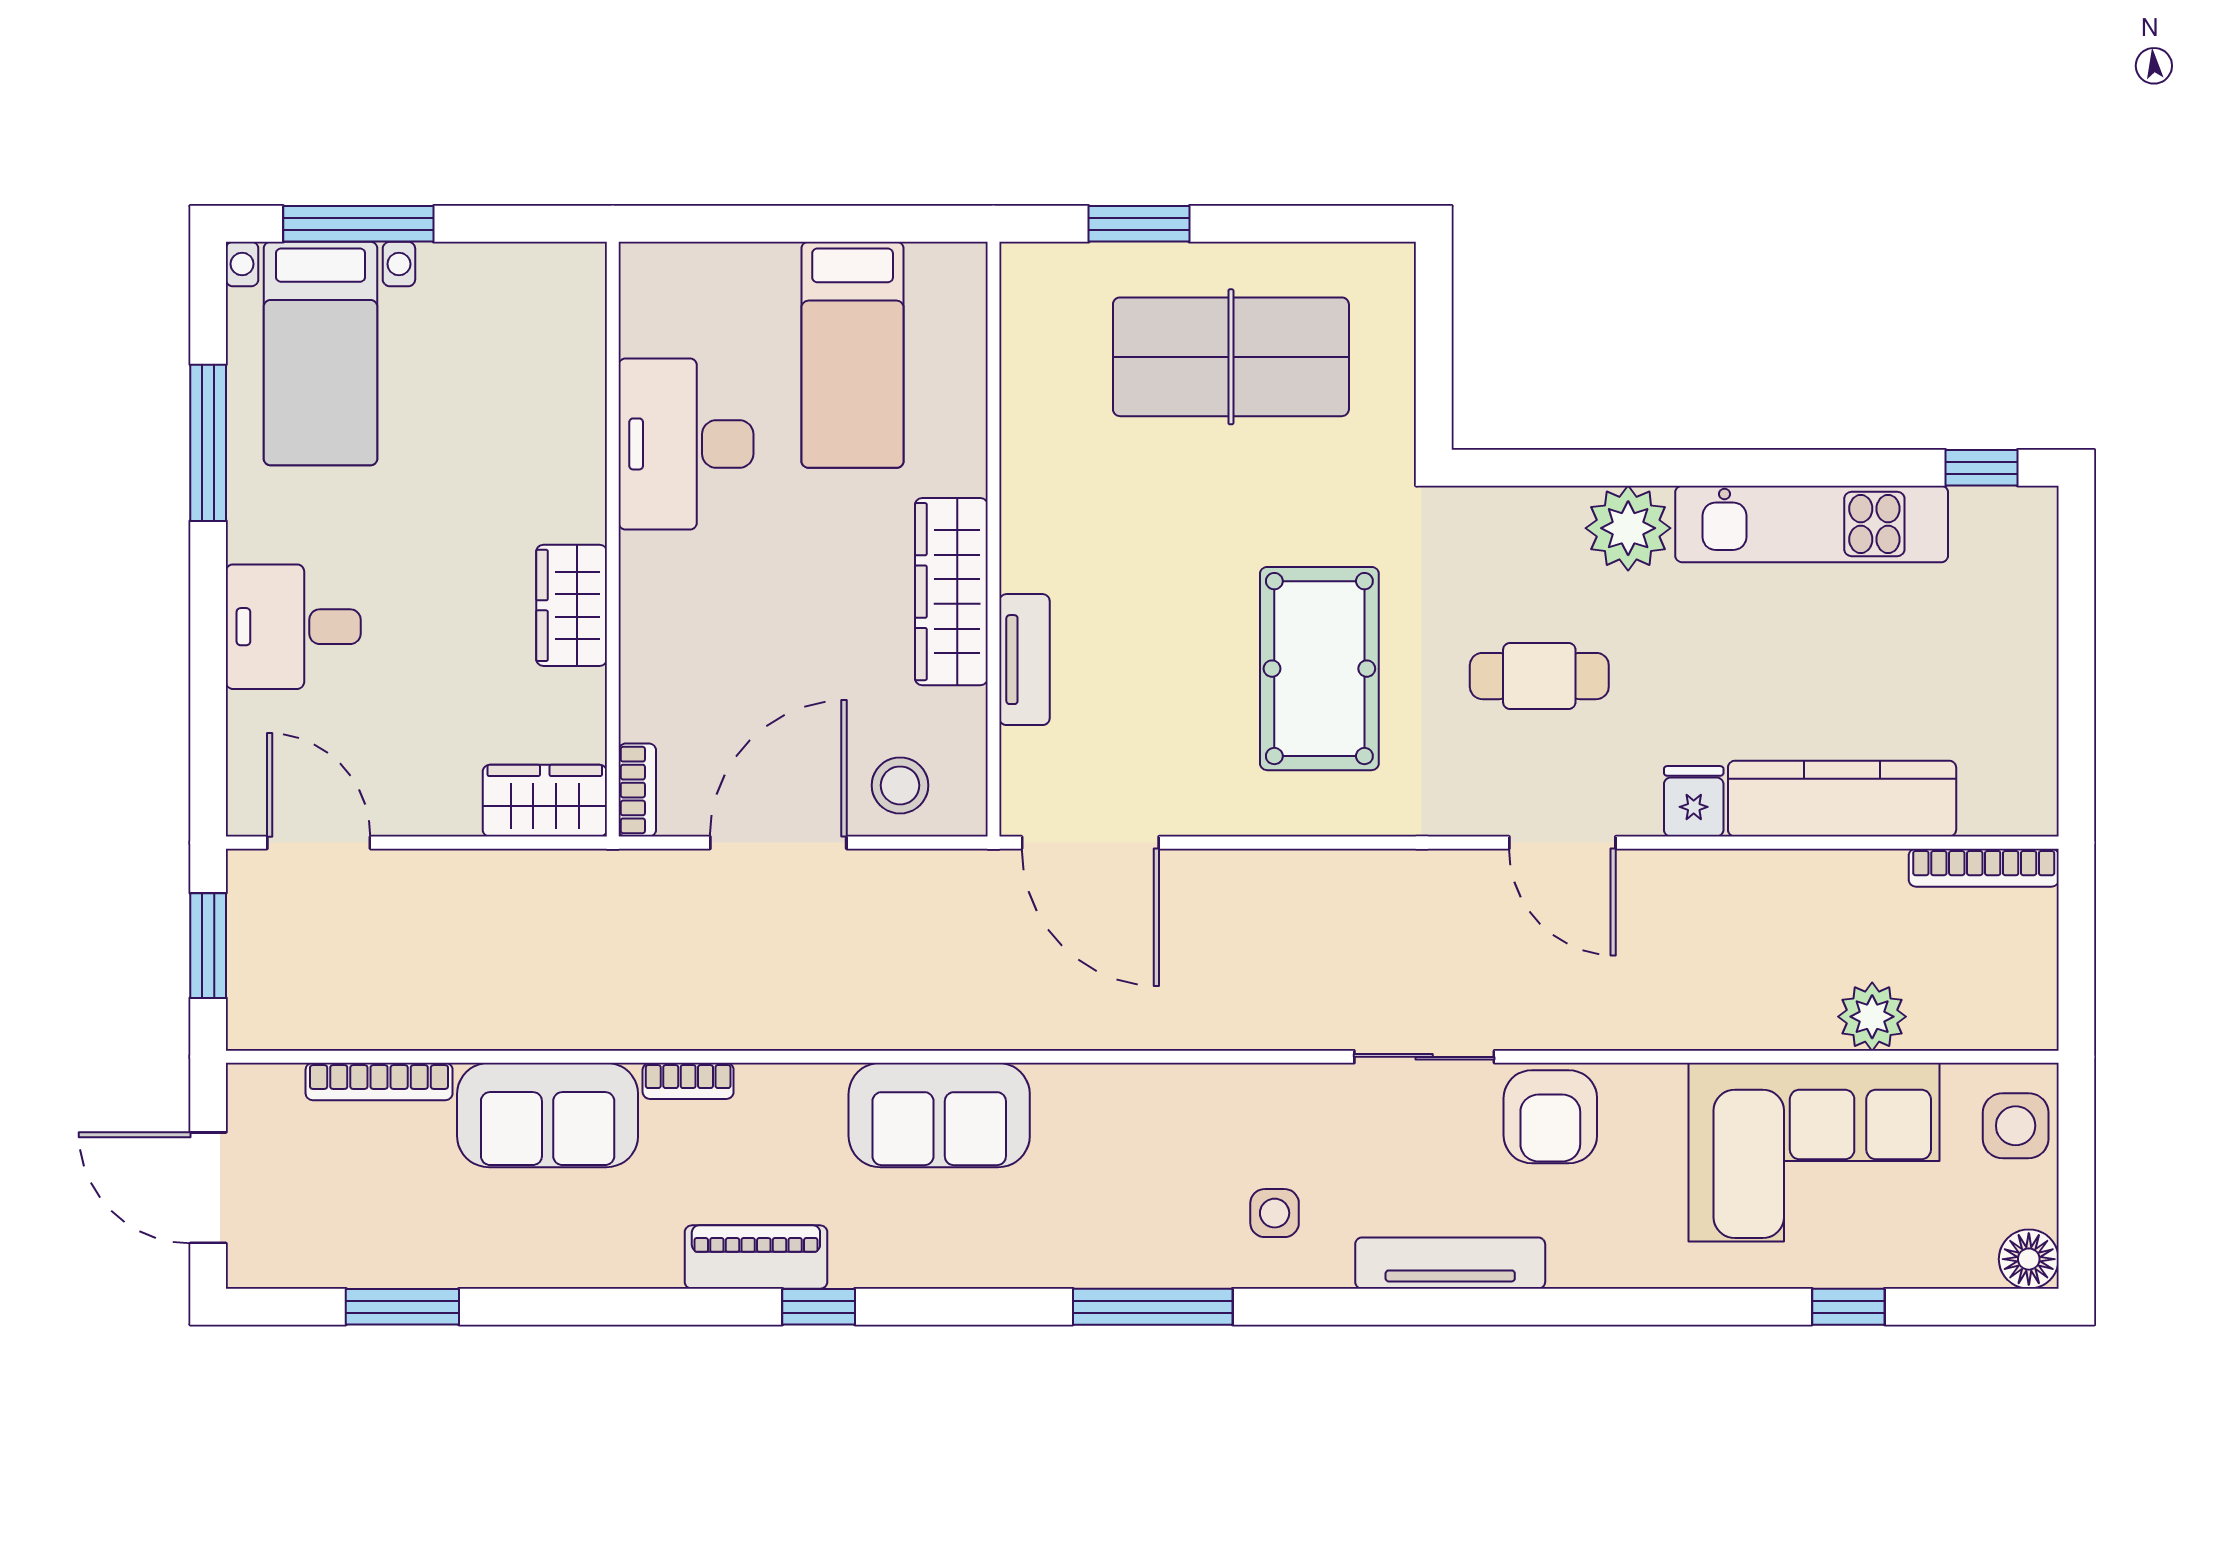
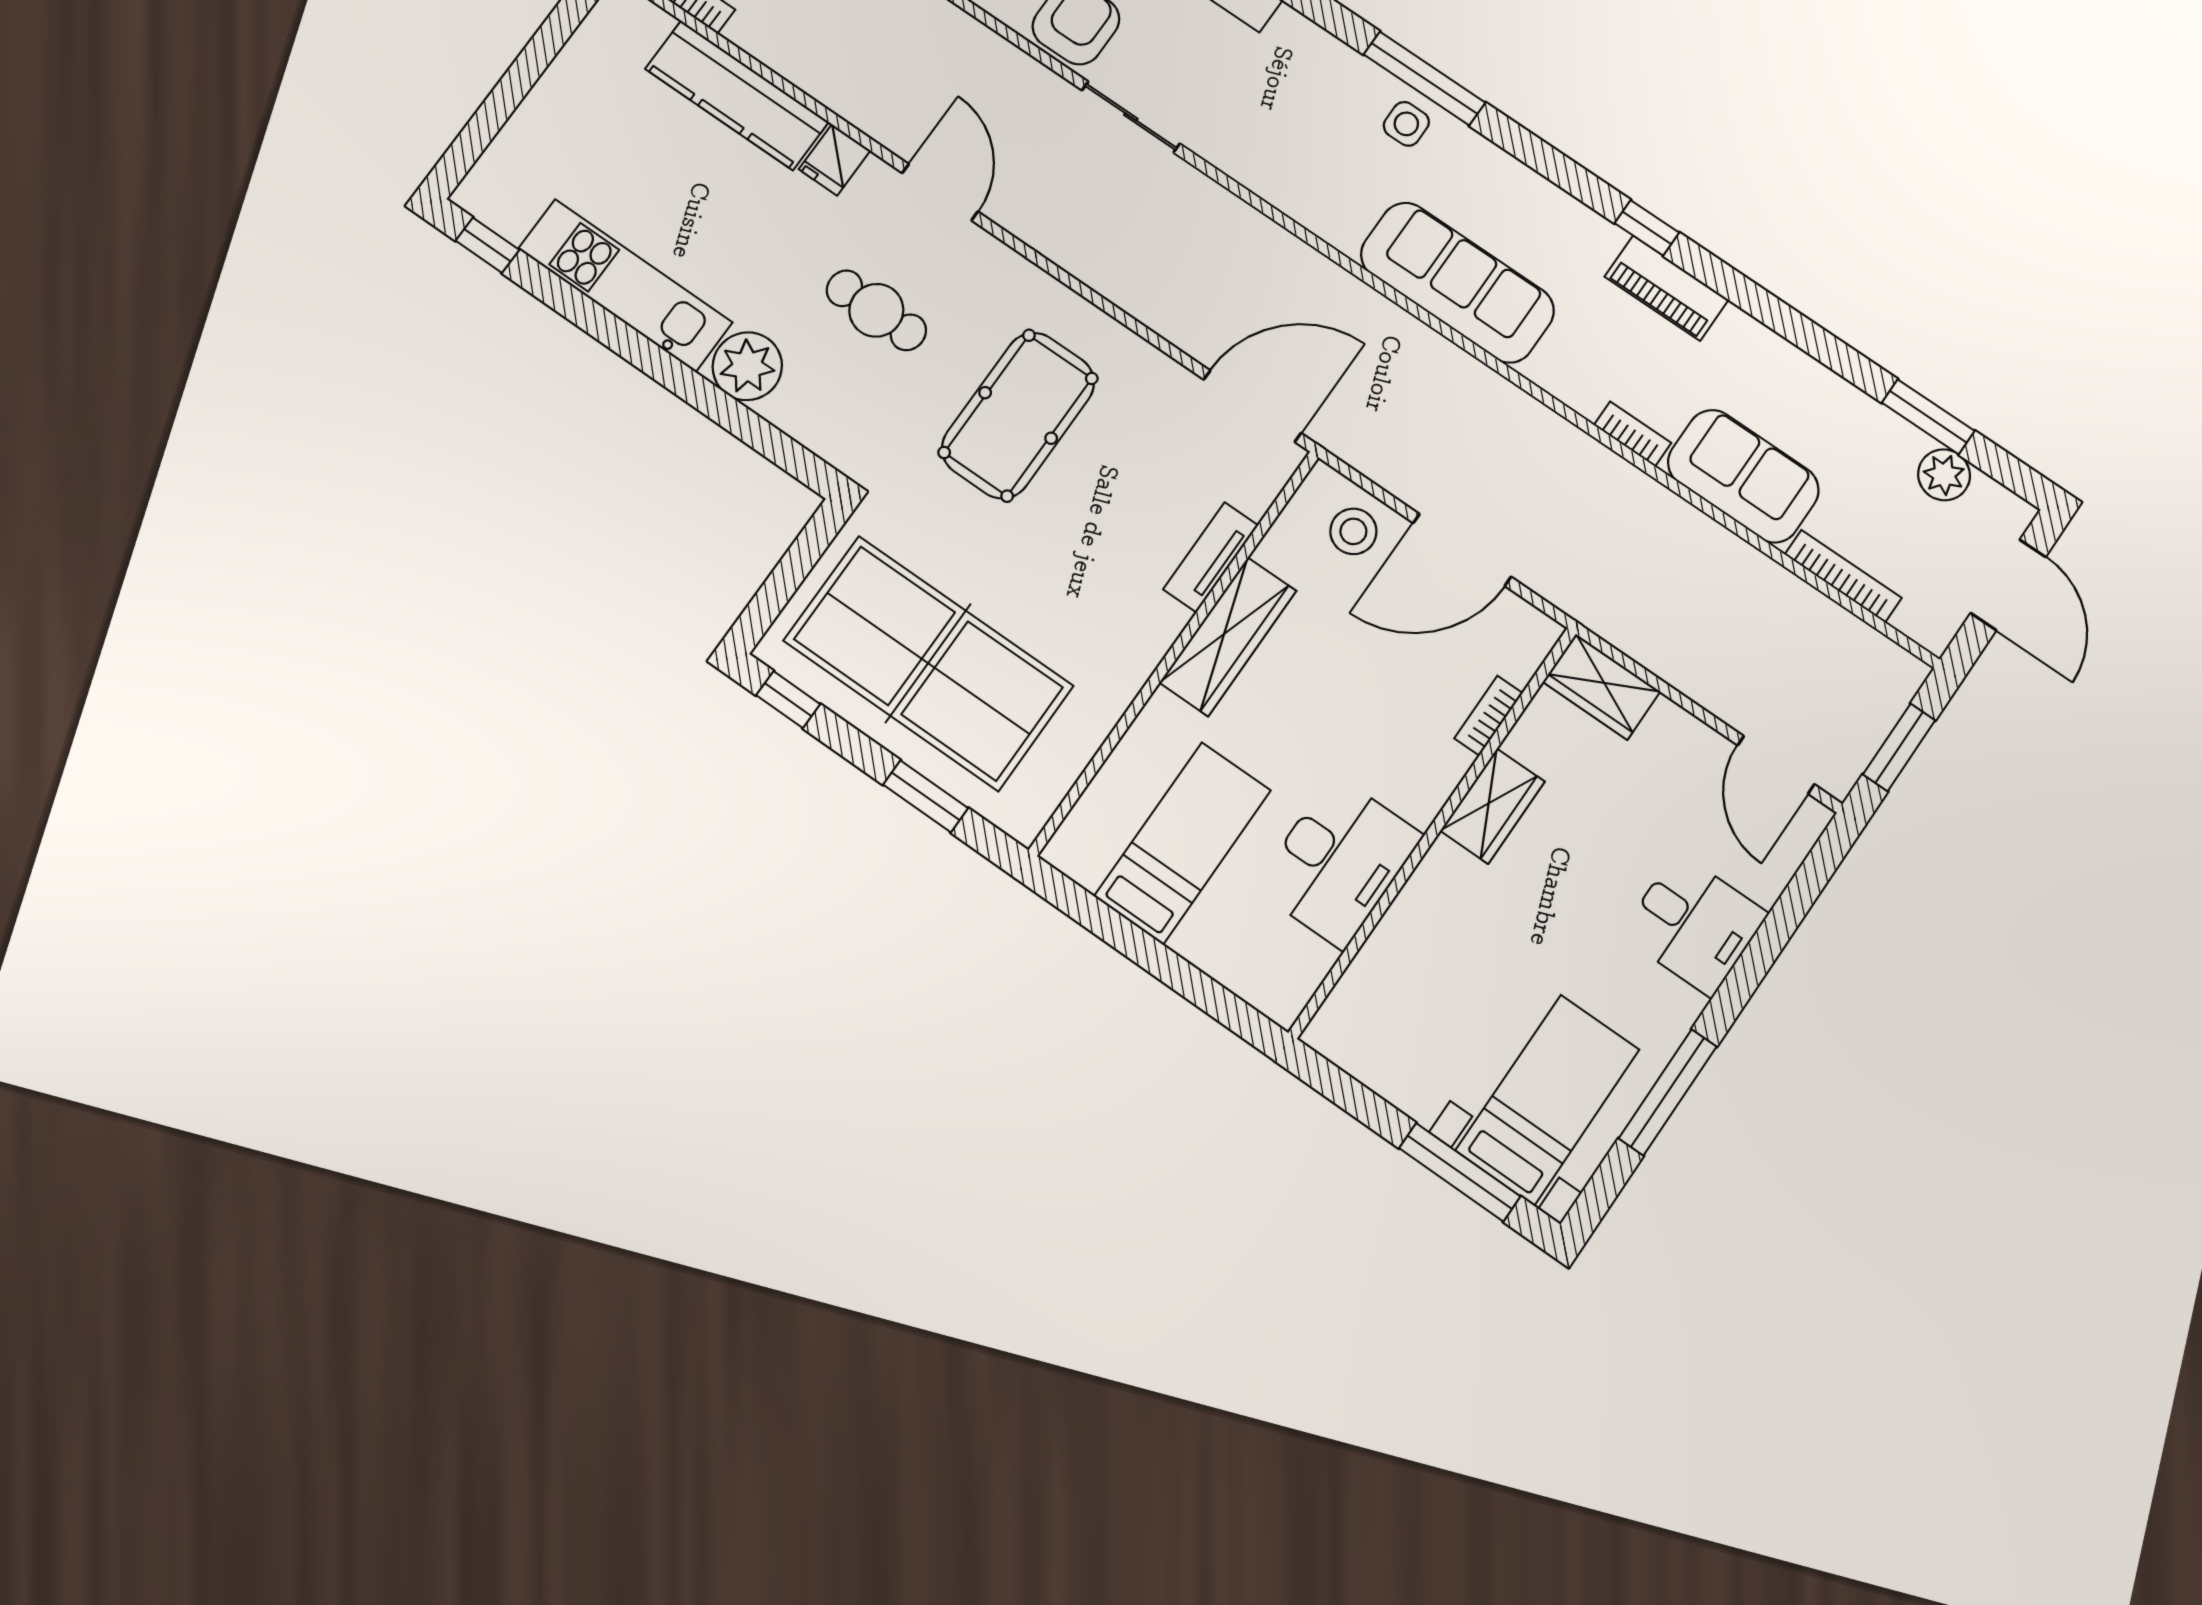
window: (1344, 224) -> (788, 700), added
table tennis table: (1231, 357) -> (928, 663), width x1.36, depth x1.32
bookcase: (637, 790) -> (1488, 716), moved
door: (1090, 843) -> (1252, 406), hinge flipped
sofa: (939, 1115) -> (1457, 283), width x1.36
side table: (1275, 1213) -> (1406, 124), moved
plant: (347, 1257) -> (1944, 475), added

